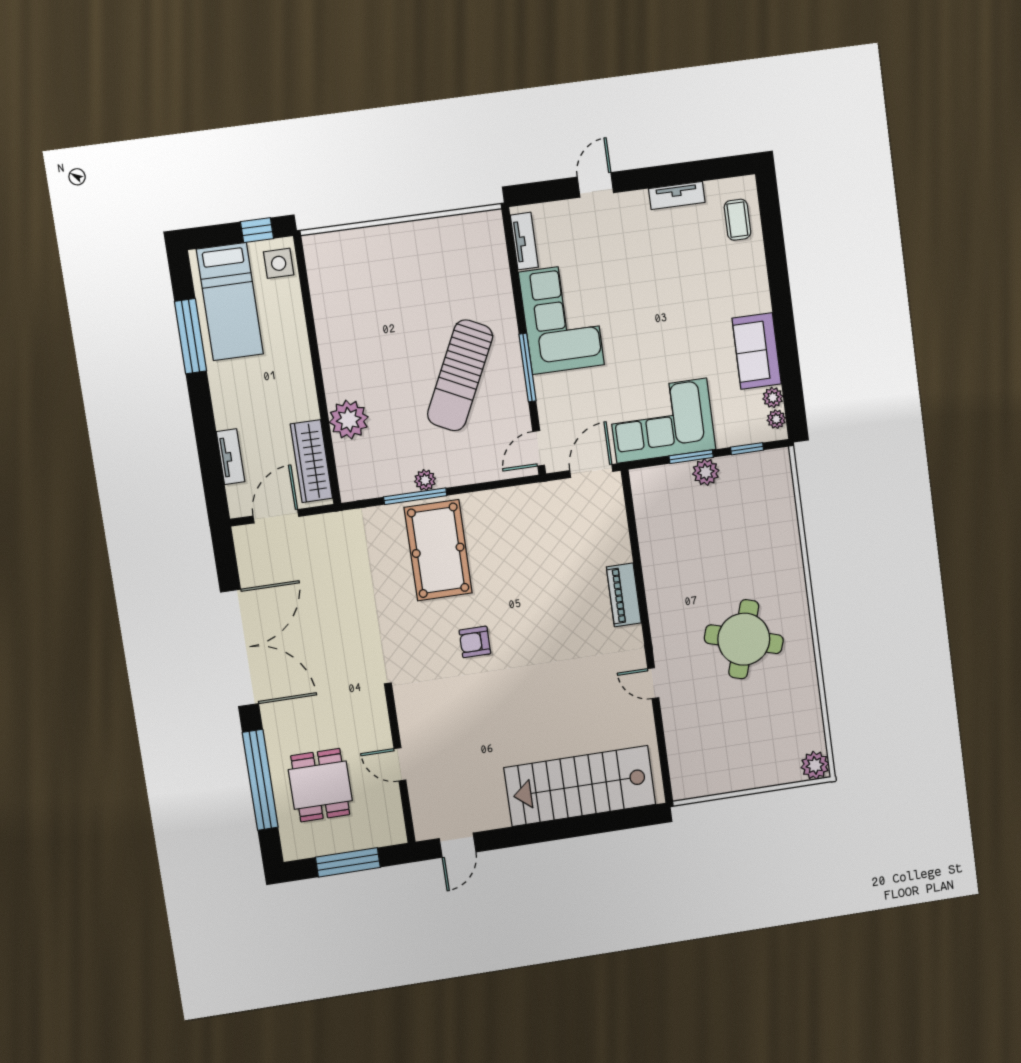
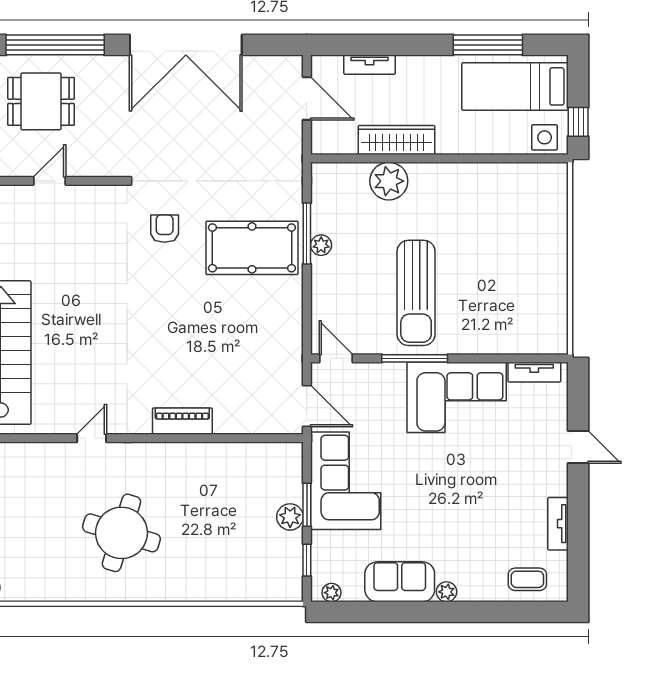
sun lounger: (460, 375) -> (416, 293), turned -116
plant: (773, 397) -> (447, 592), moved
wardrobe: (311, 461) -> (396, 140), moved
armchair: (475, 642) -> (165, 229), moved

